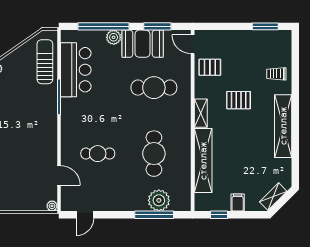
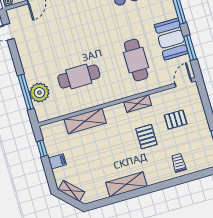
plant: (114, 37) -> (170, 12), removed
pallet: (210, 67) -> (176, 120), moved, turned 90
shelving: (201, 113) -> (138, 103), moved
shelving: (283, 126) -> (126, 184), width x0.68
cafe table: (98, 154) -> (65, 28), removed
shelving: (203, 161) -> (85, 121), width x0.68

